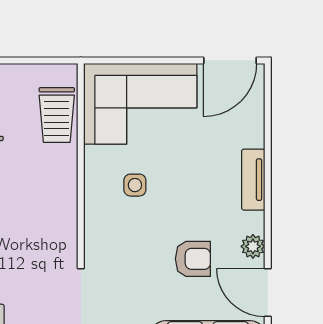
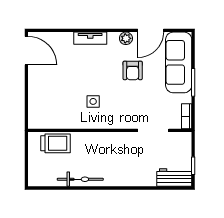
corner sofa: (140, 104) -> (50, 99), removed
armchair: (193, 259) -> (133, 70), turned 180

